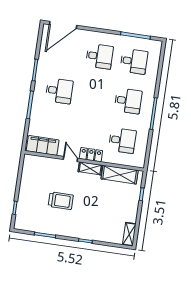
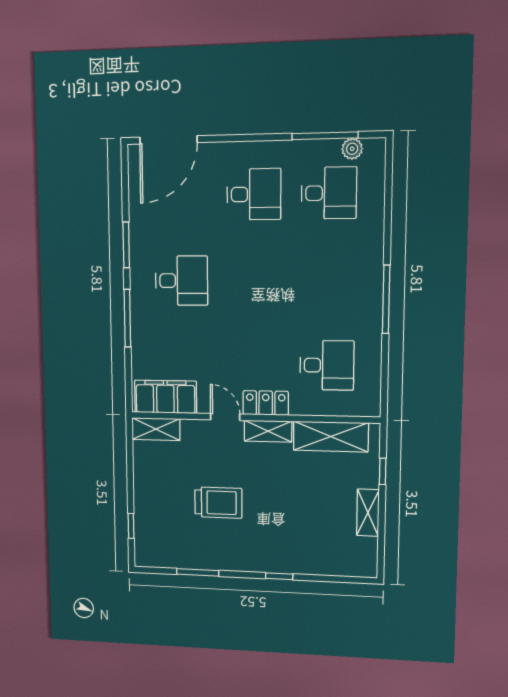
plant: (147, 43) -> (352, 149), added
desk: (128, 101) -> (328, 280), removed
shelving: (35, 161) -> (156, 429), added
shelving: (129, 234) -> (368, 513), moved

